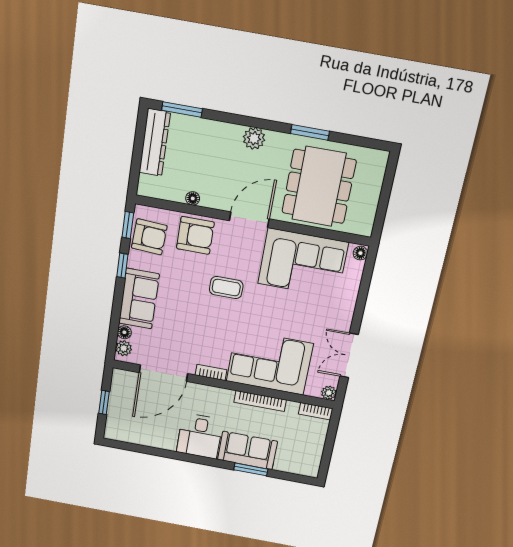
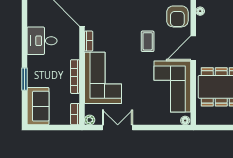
door: (249, 220) -> (193, 48), swing flipped
sofa: (247, 450) -> (38, 106), moved

